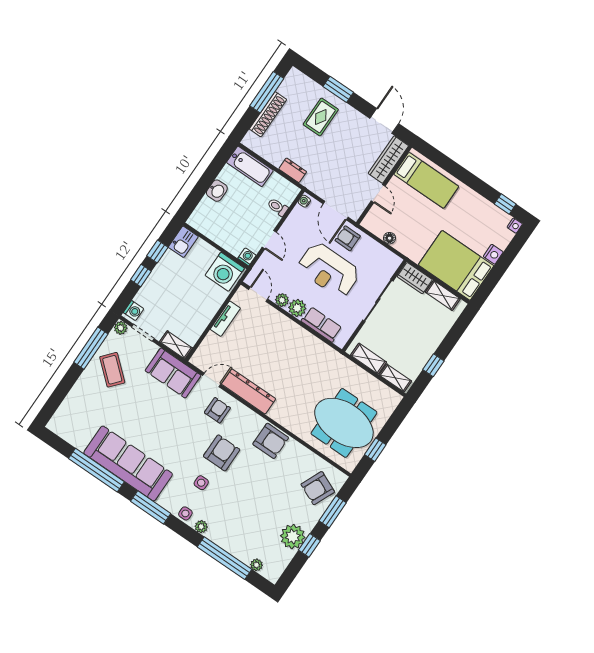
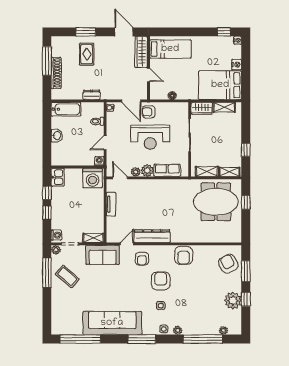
door: (269, 240) -> (105, 143), swing flipped
armchair: (217, 410) -> (142, 259), turned 180
meeting table: (344, 423) -> (216, 202), moved
armchair: (271, 441) -> (184, 255), turned 90
window: (375, 450) -> (246, 202), moved
window: (96, 470) -> (80, 339), moved
armchair: (318, 488) -> (228, 264), turned 128

